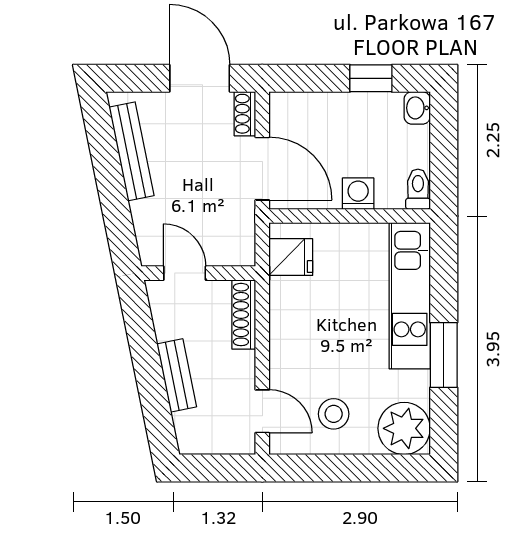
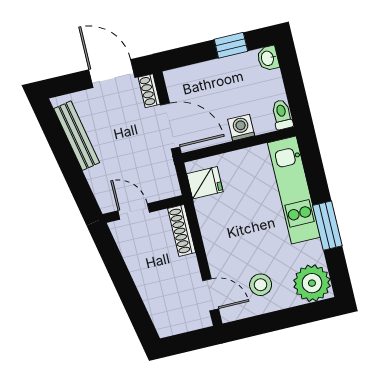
bench: (177, 375) -> (145, 284), removed

